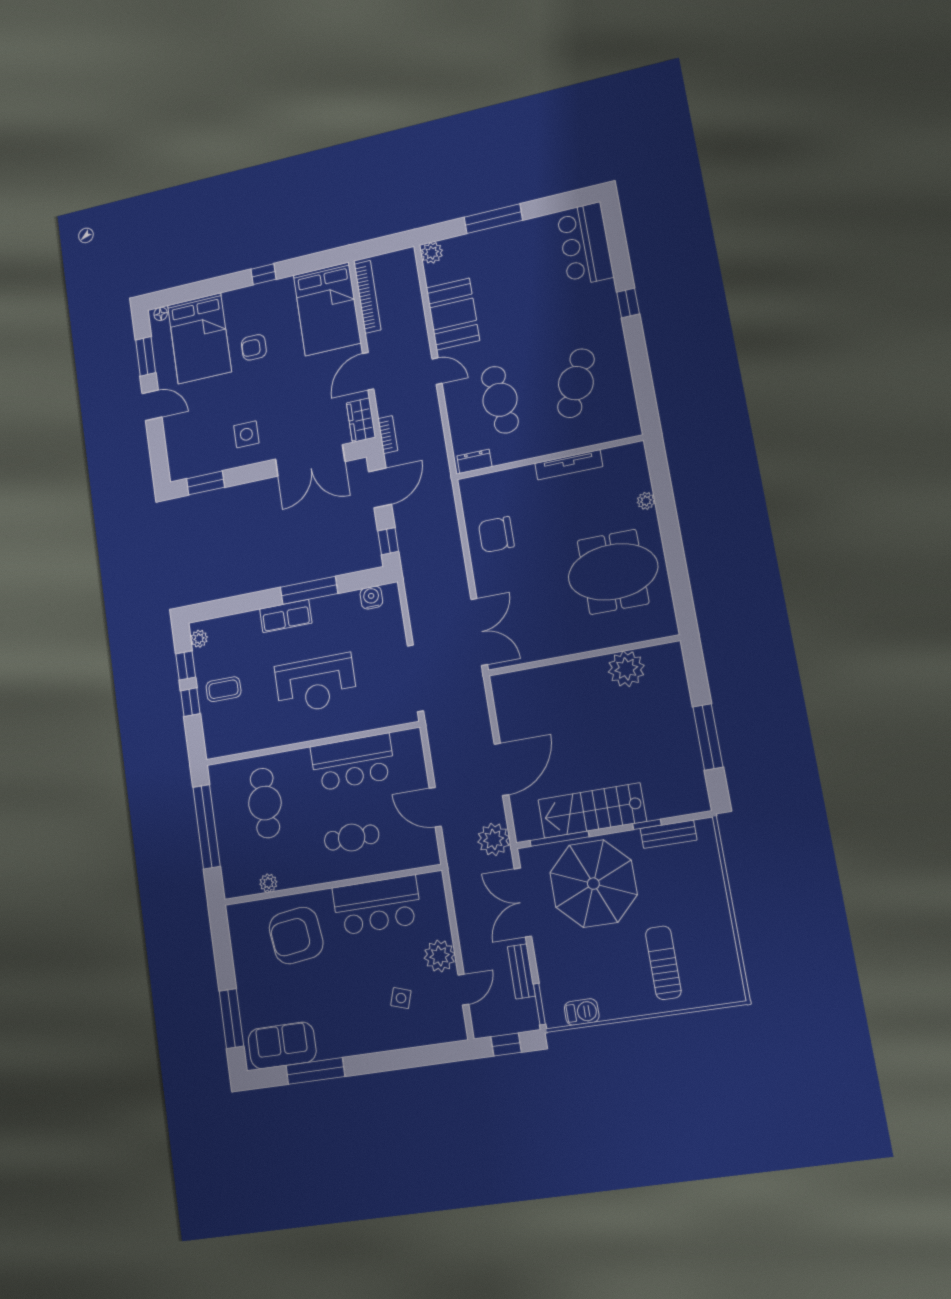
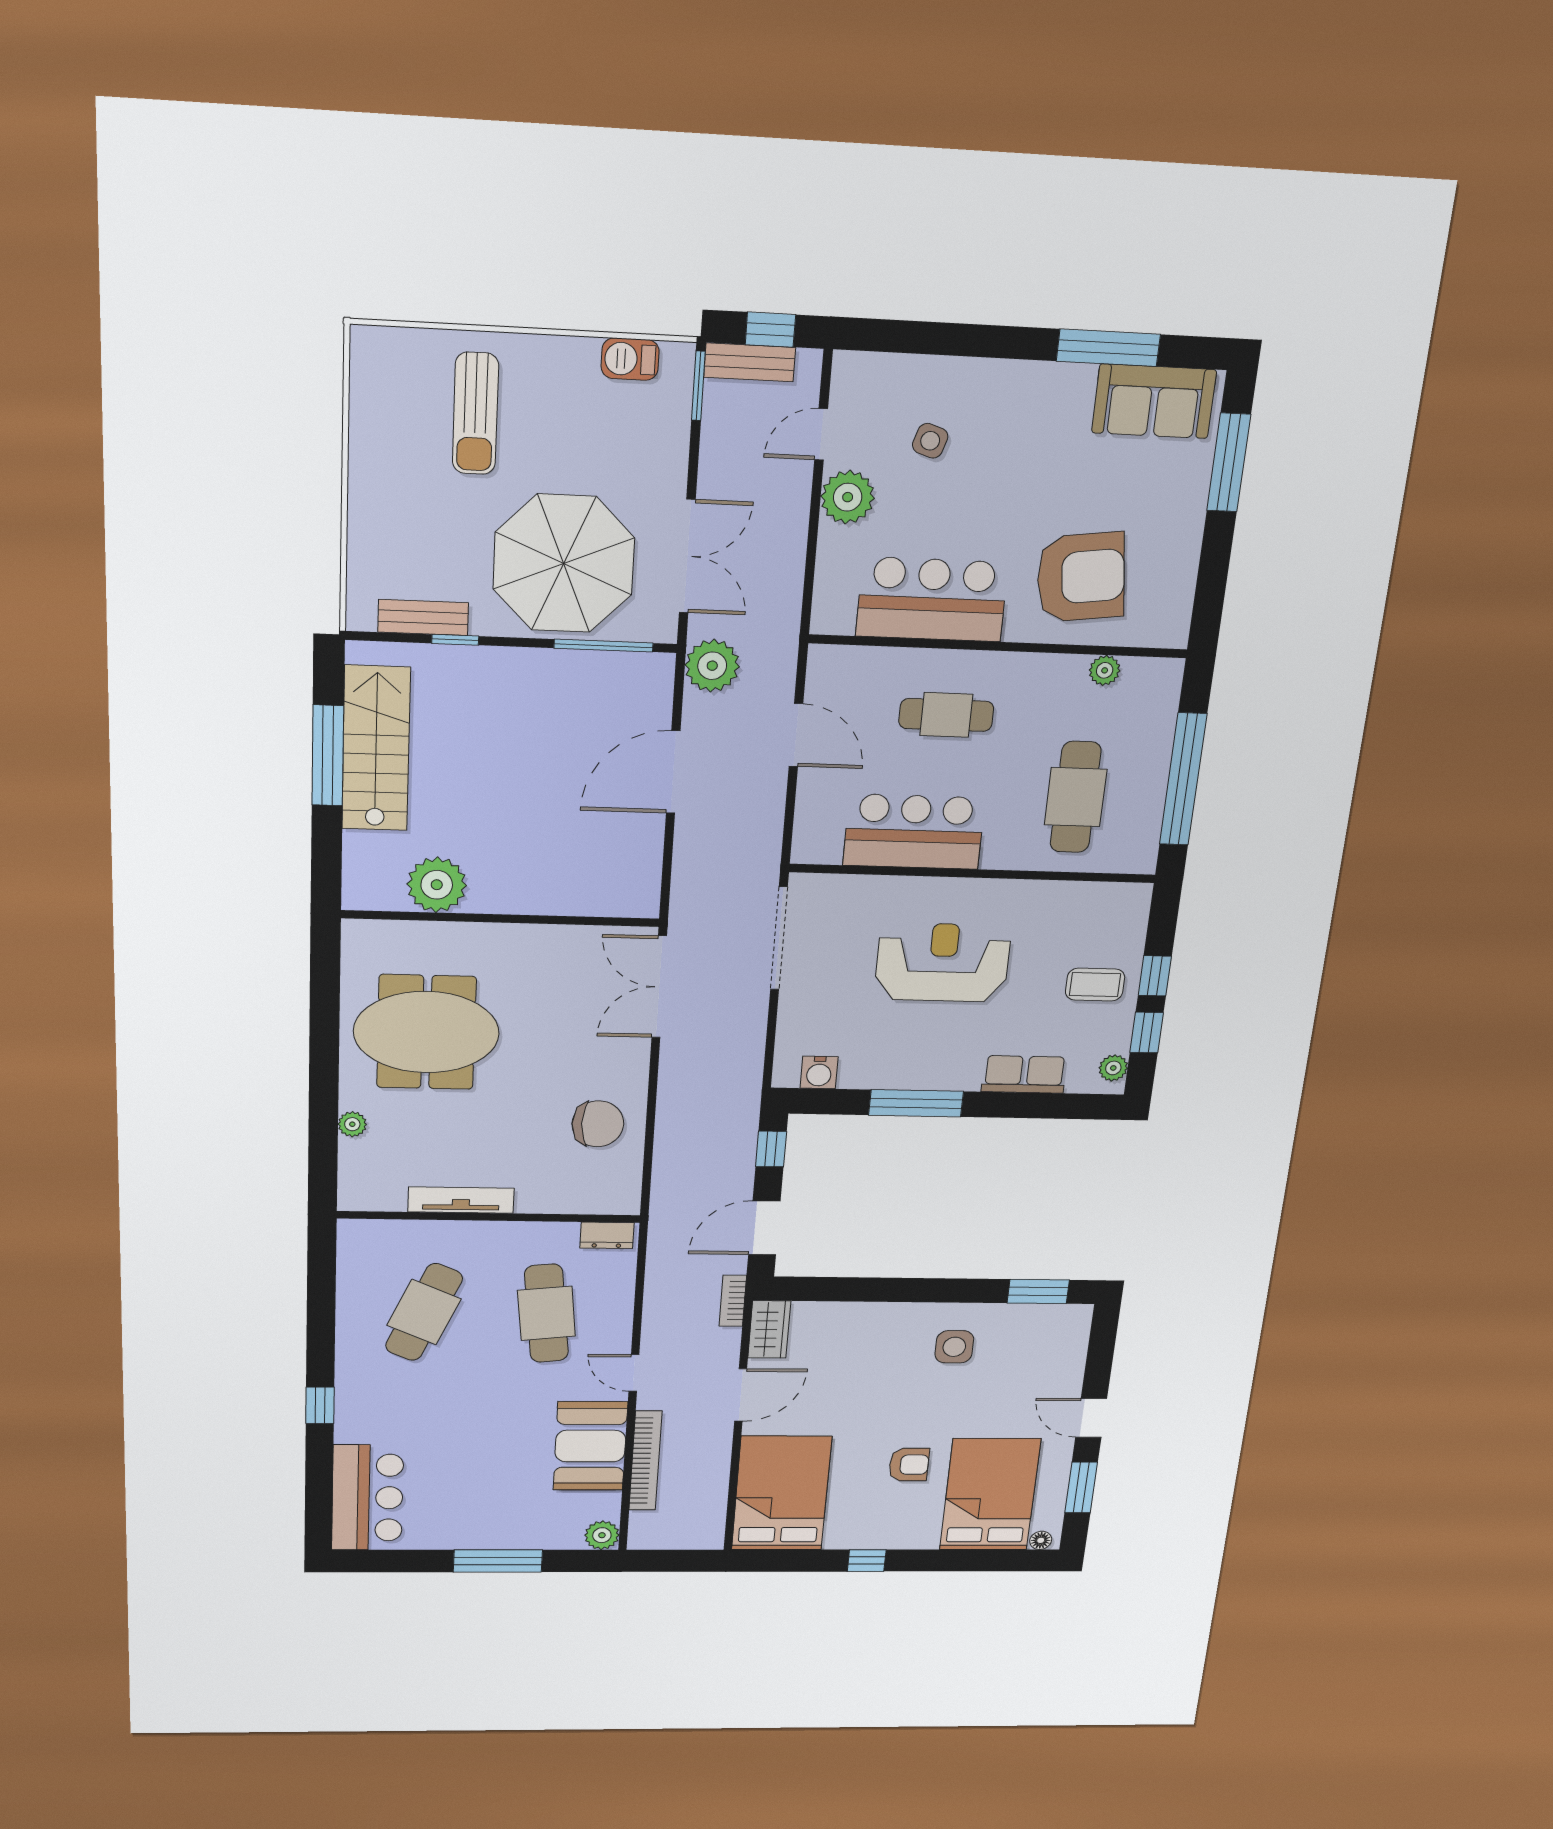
bookcase: (368, 297) -> (645, 1461), moved, turned 180
double door: (310, 460) -> (864, 1290), removed
row of seats: (286, 616) -> (1024, 1074), moved
stairs: (592, 811) -> (376, 749), moved, turned -90
bench: (521, 971) -> (750, 362), moved, turned 90

